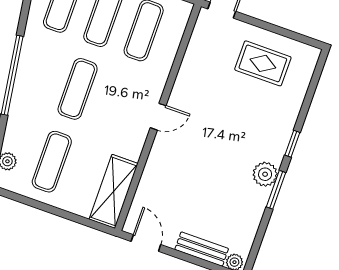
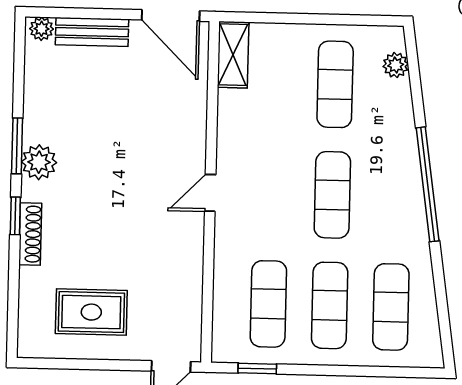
shoe rack: (286, 128) -> (30, 234), added
shelving: (114, 191) -> (233, 55), width x0.67, depth x0.75
door: (146, 243) -> (171, 15), width x1.38

